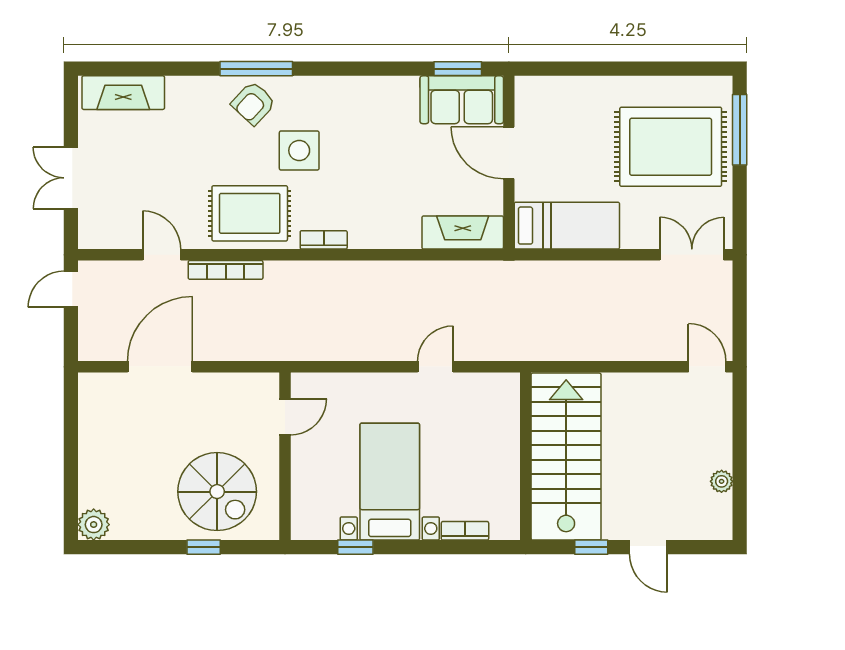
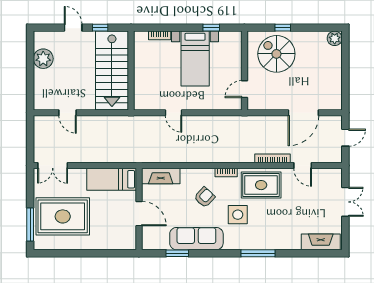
window: (458, 69) -> (177, 253), moved
sofa: (462, 100) -> (196, 239), moved, width x1.36
armchair: (253, 103) -> (205, 197), moved
door: (71, 289) -> (345, 138), moved
door: (435, 367) -> (174, 113), hinge flipped
door: (707, 367) -> (68, 113), moved
plant: (722, 481) -> (43, 59), width x1.88, depth x1.88

